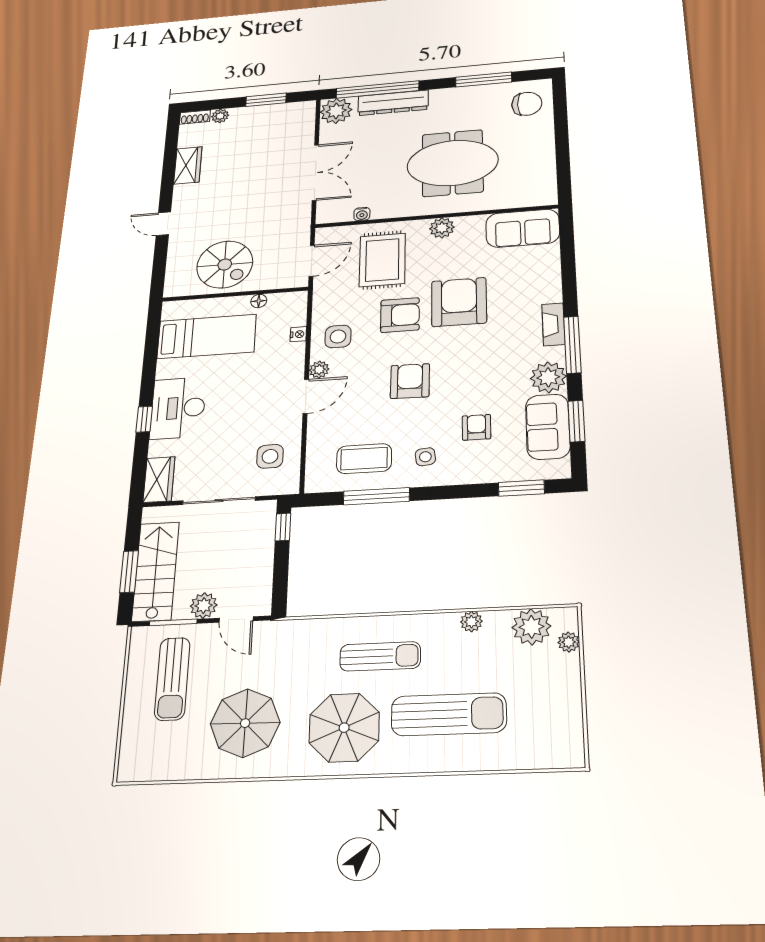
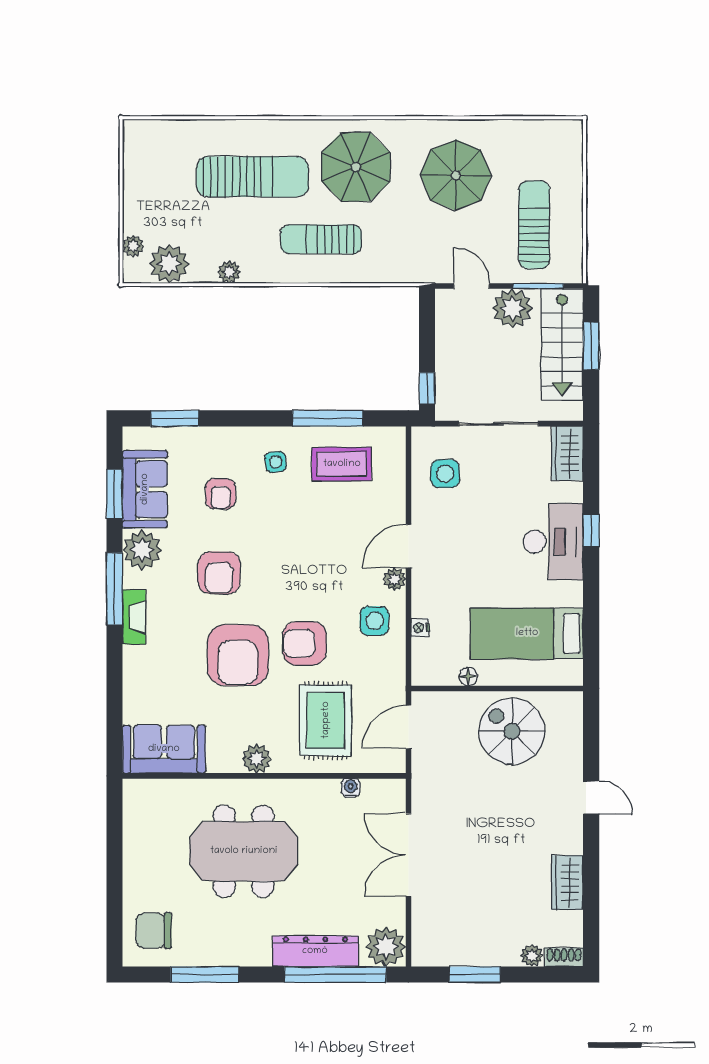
armchair: (410, 381) -> (219, 573), moved
plant: (204, 606) -> (512, 308), width x1.36, depth x1.36
sun lounger: (449, 714) -> (252, 177), turned 180

